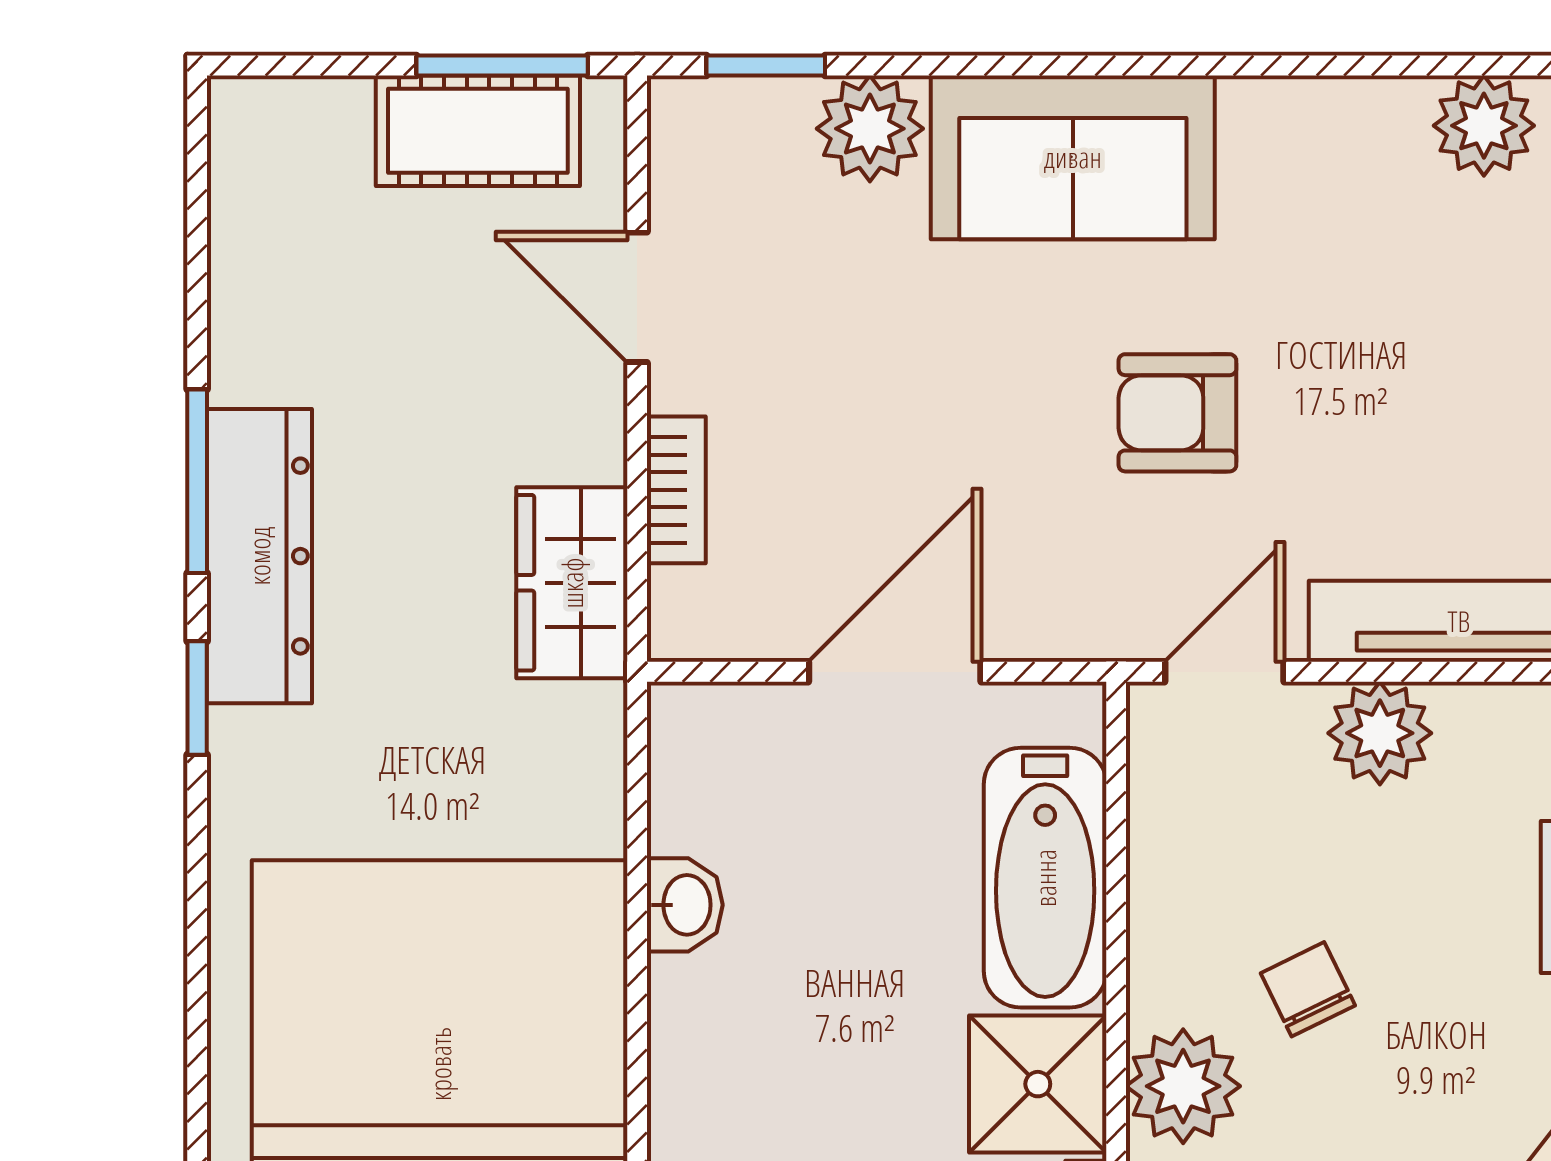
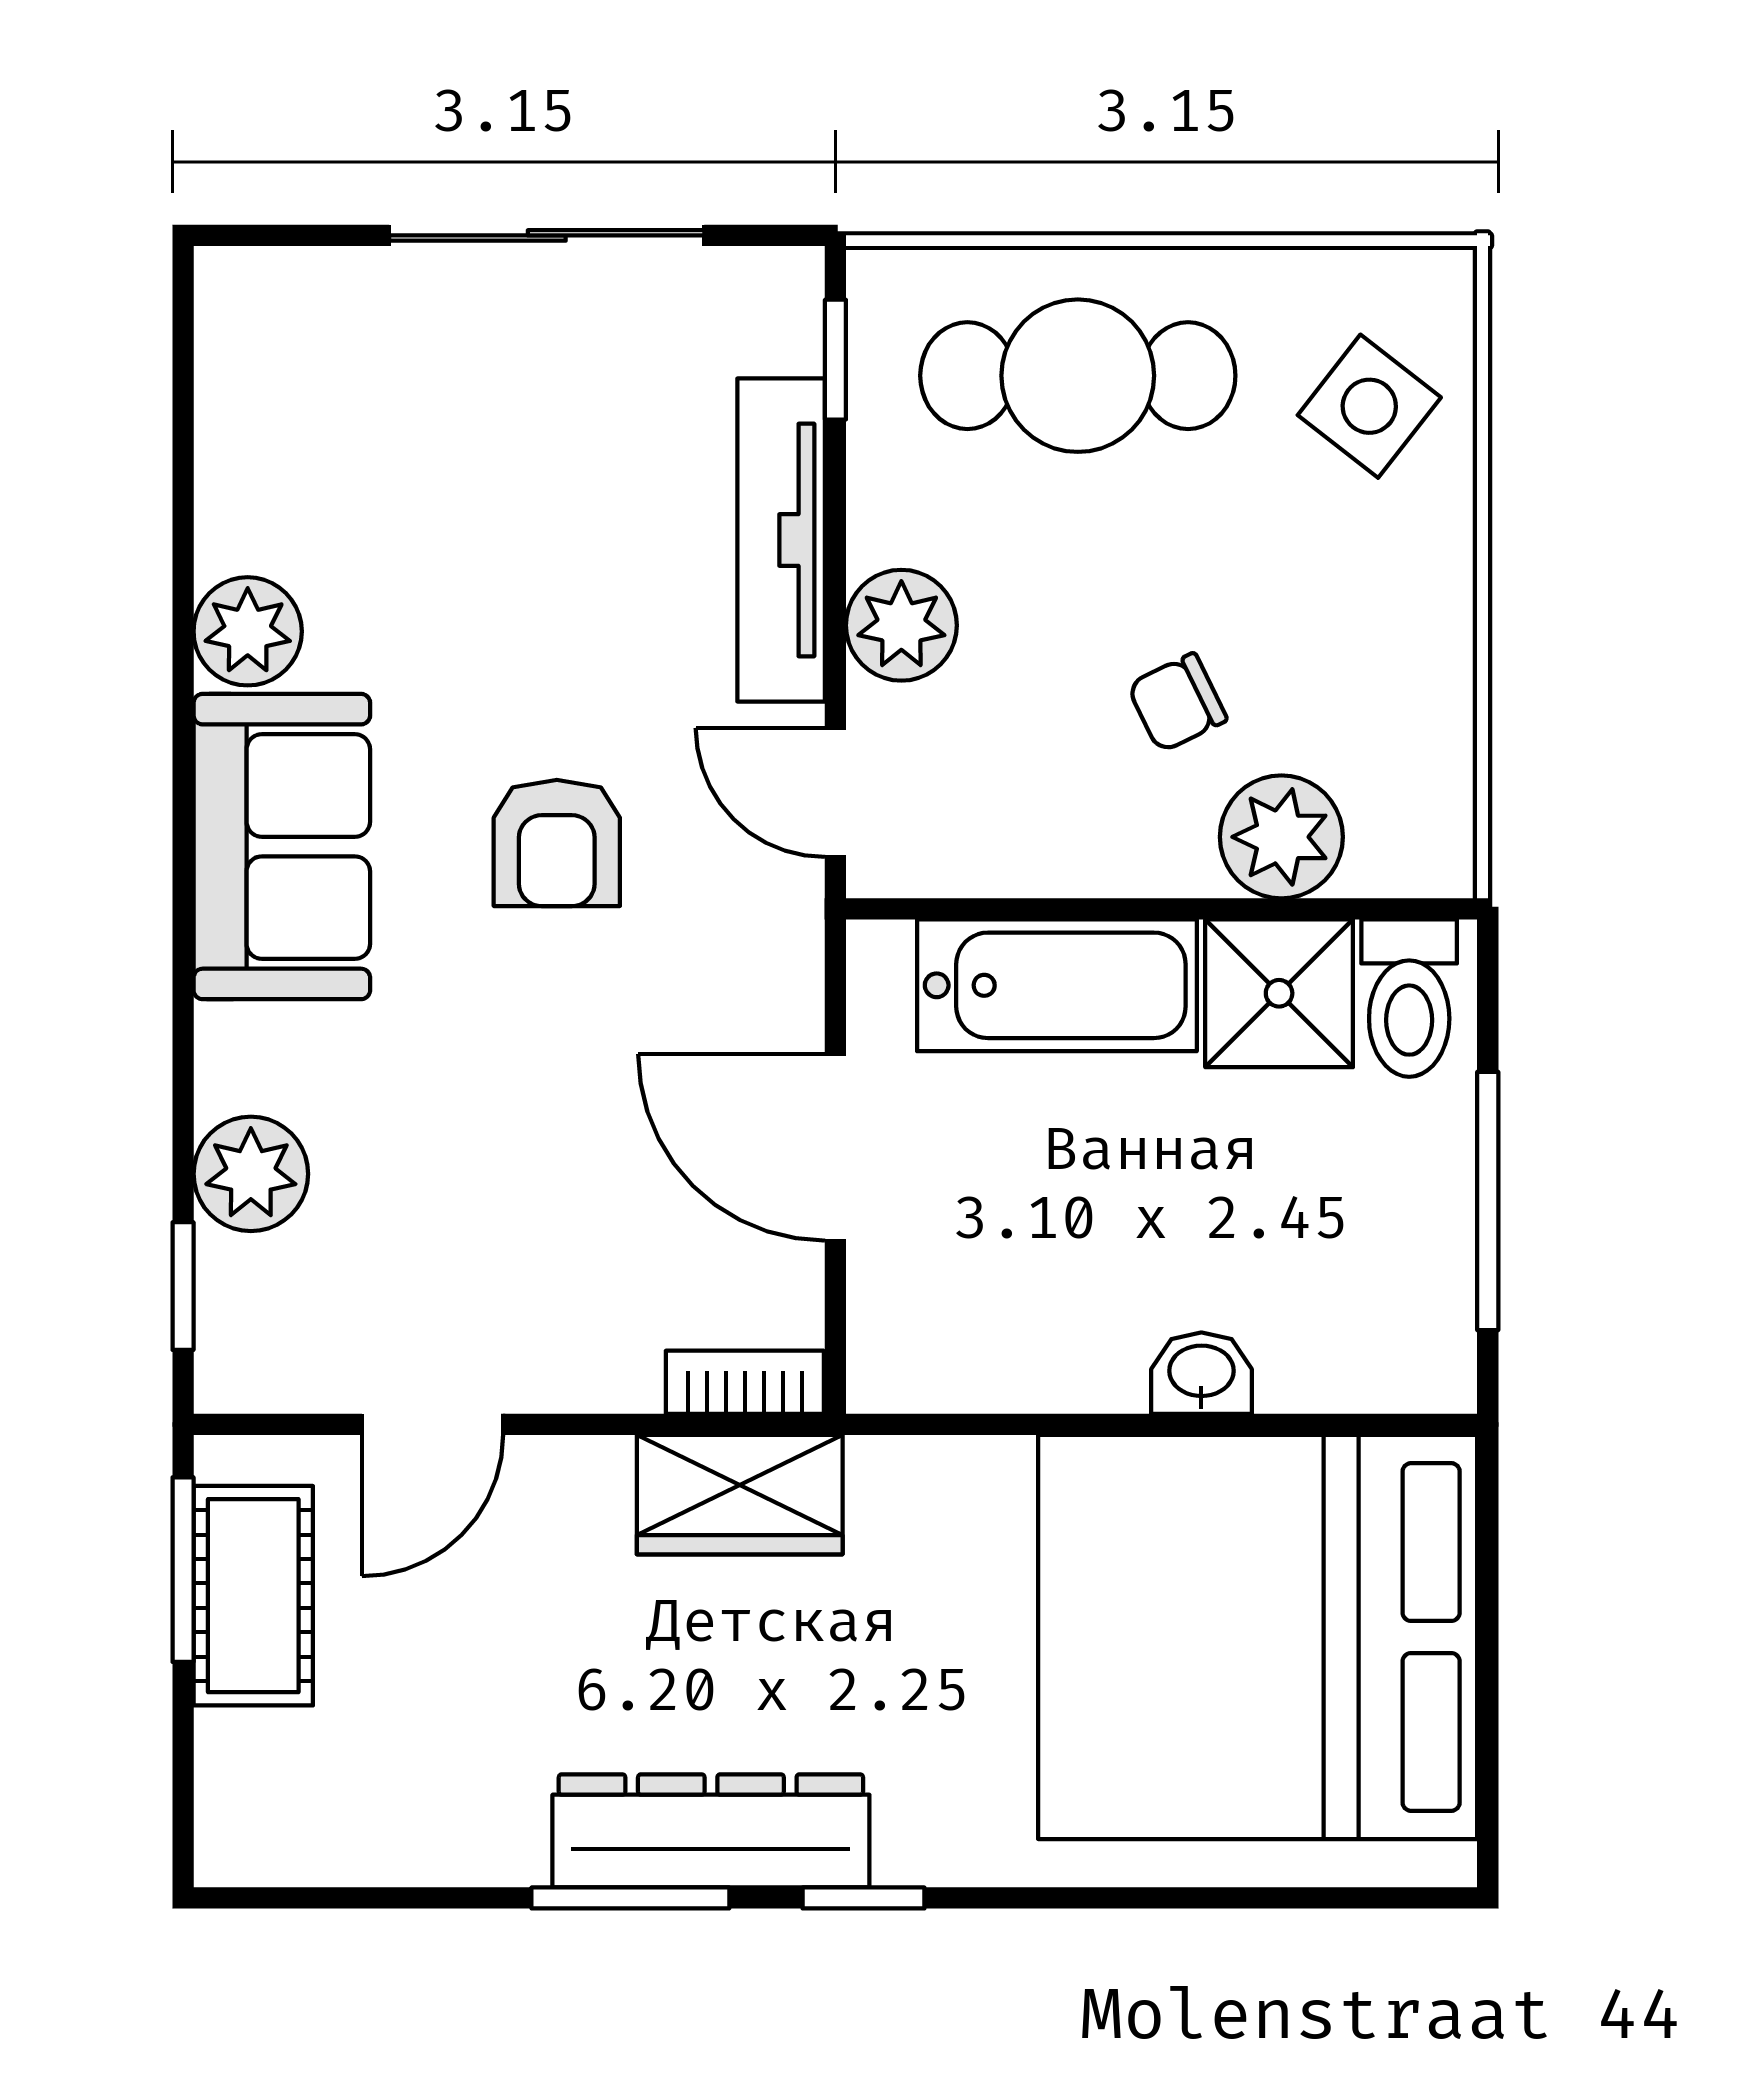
plant: (1484, 126) -> (248, 631), moved
sofa: (1073, 157) -> (282, 847), moved
bookcase: (676, 490) -> (745, 1382), moved
washbasin: (685, 905) -> (1201, 1373), moved

